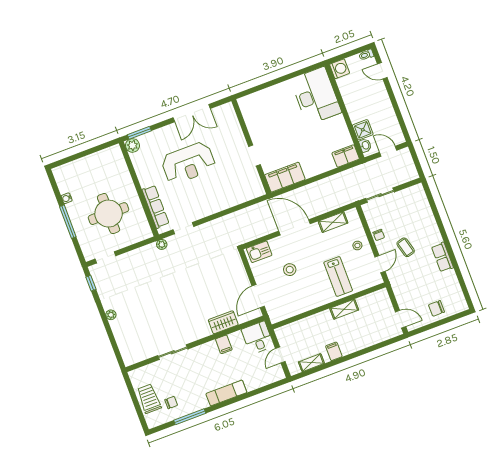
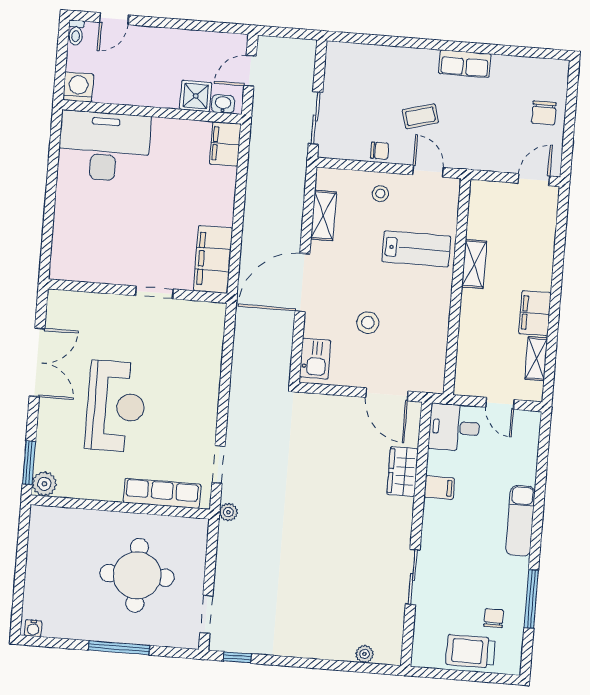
water cooler: (67, 198) -> (33, 628), moved
plant: (111, 315) -> (365, 654), moved
filing cabinet: (334, 351) -> (535, 313), width x2.00

